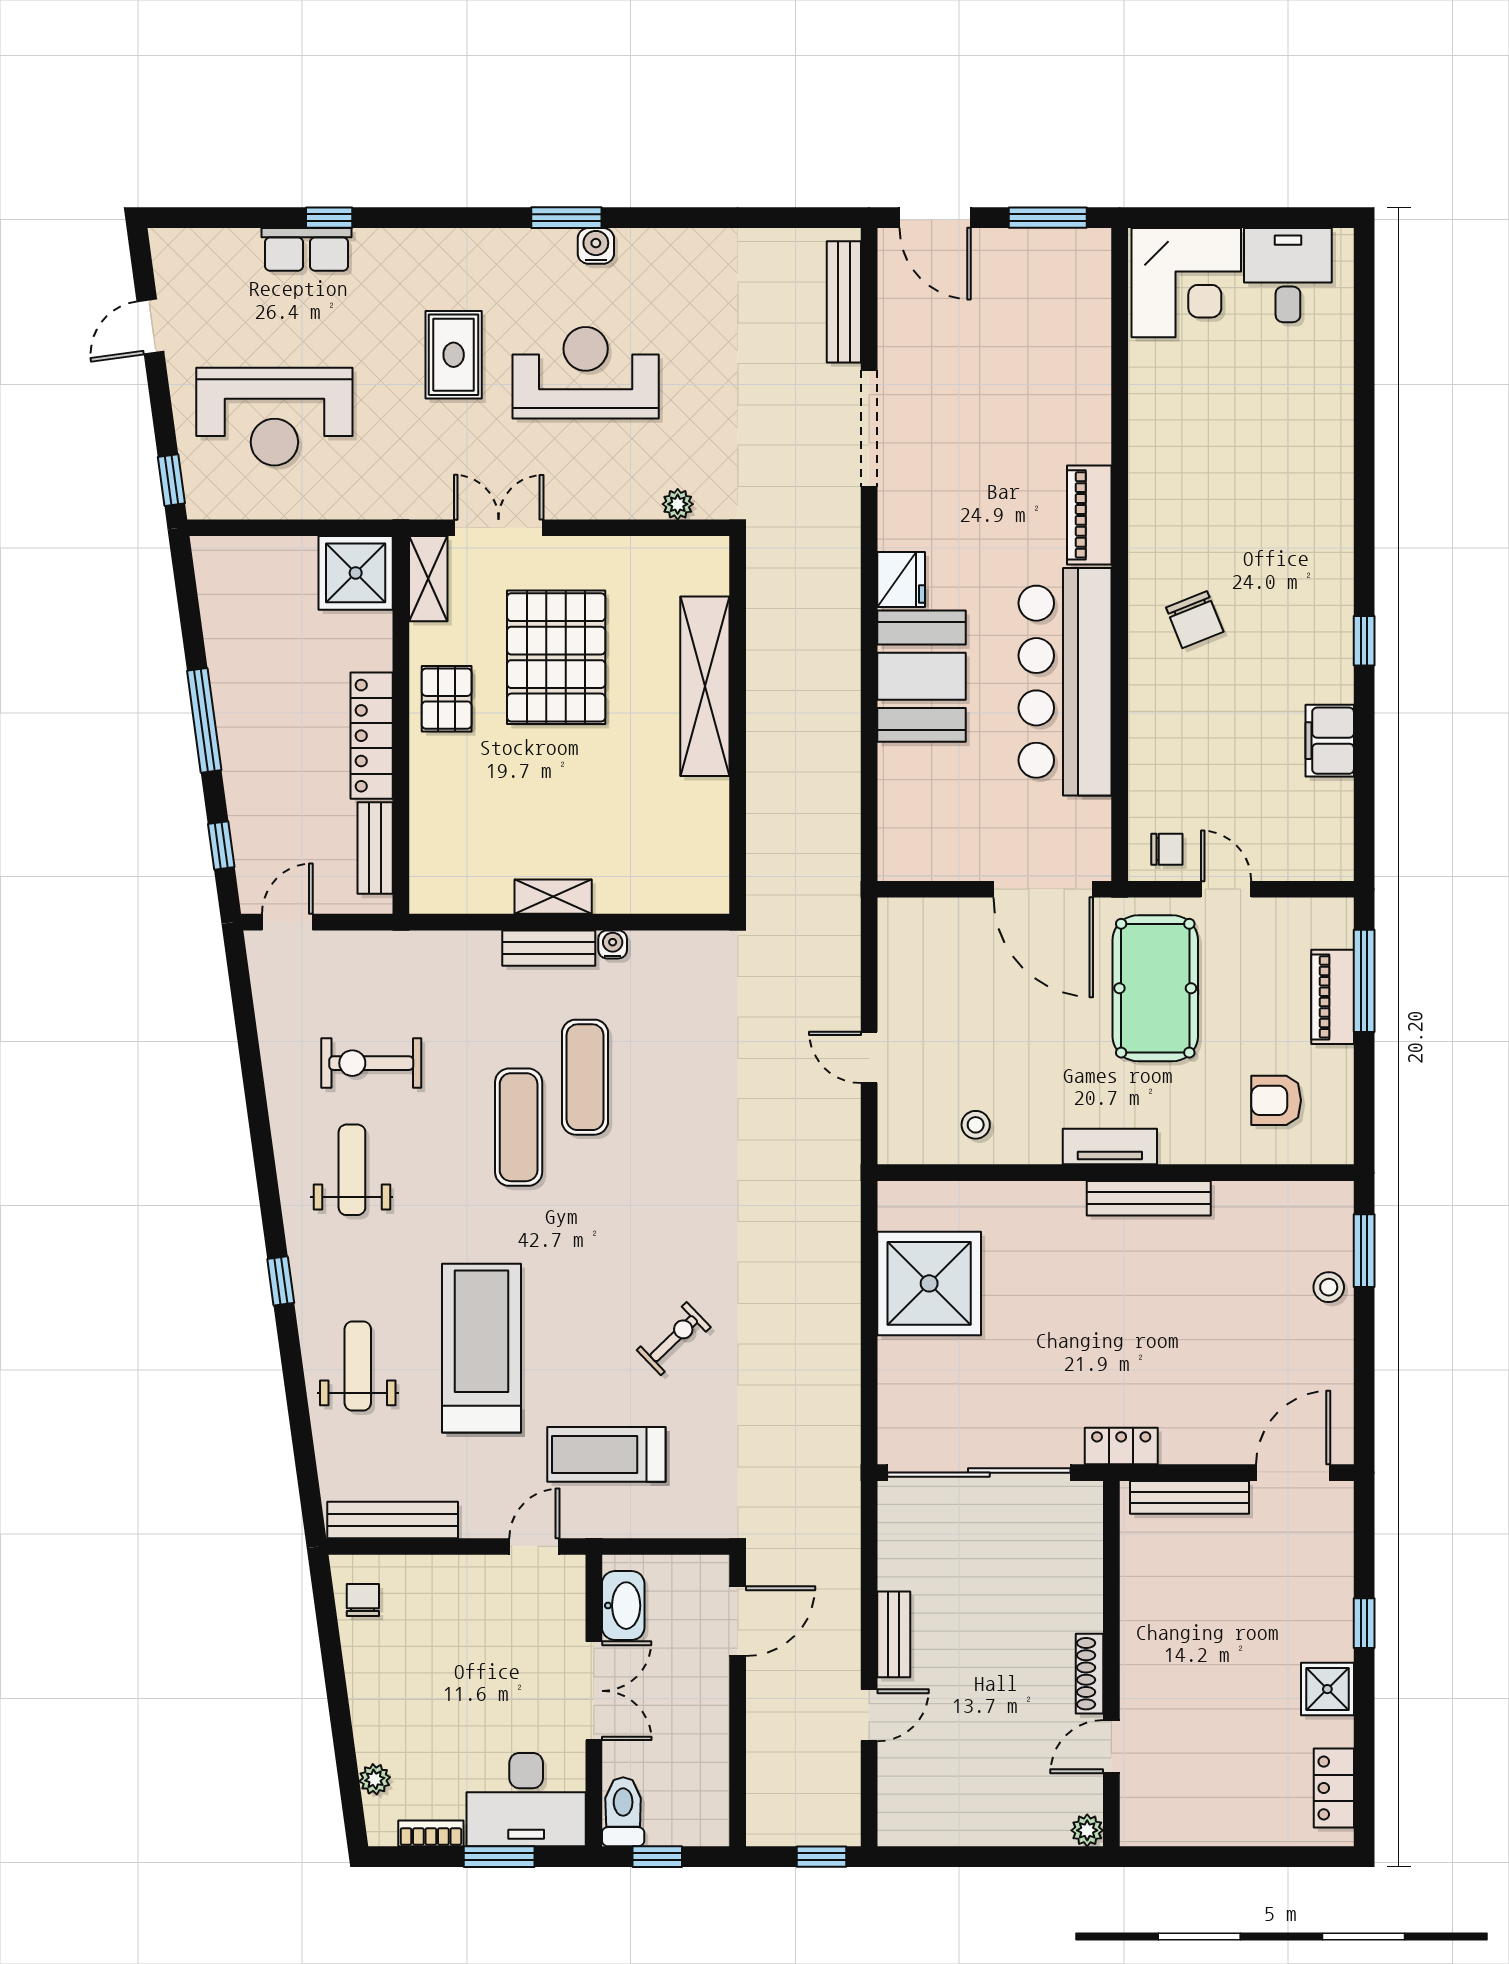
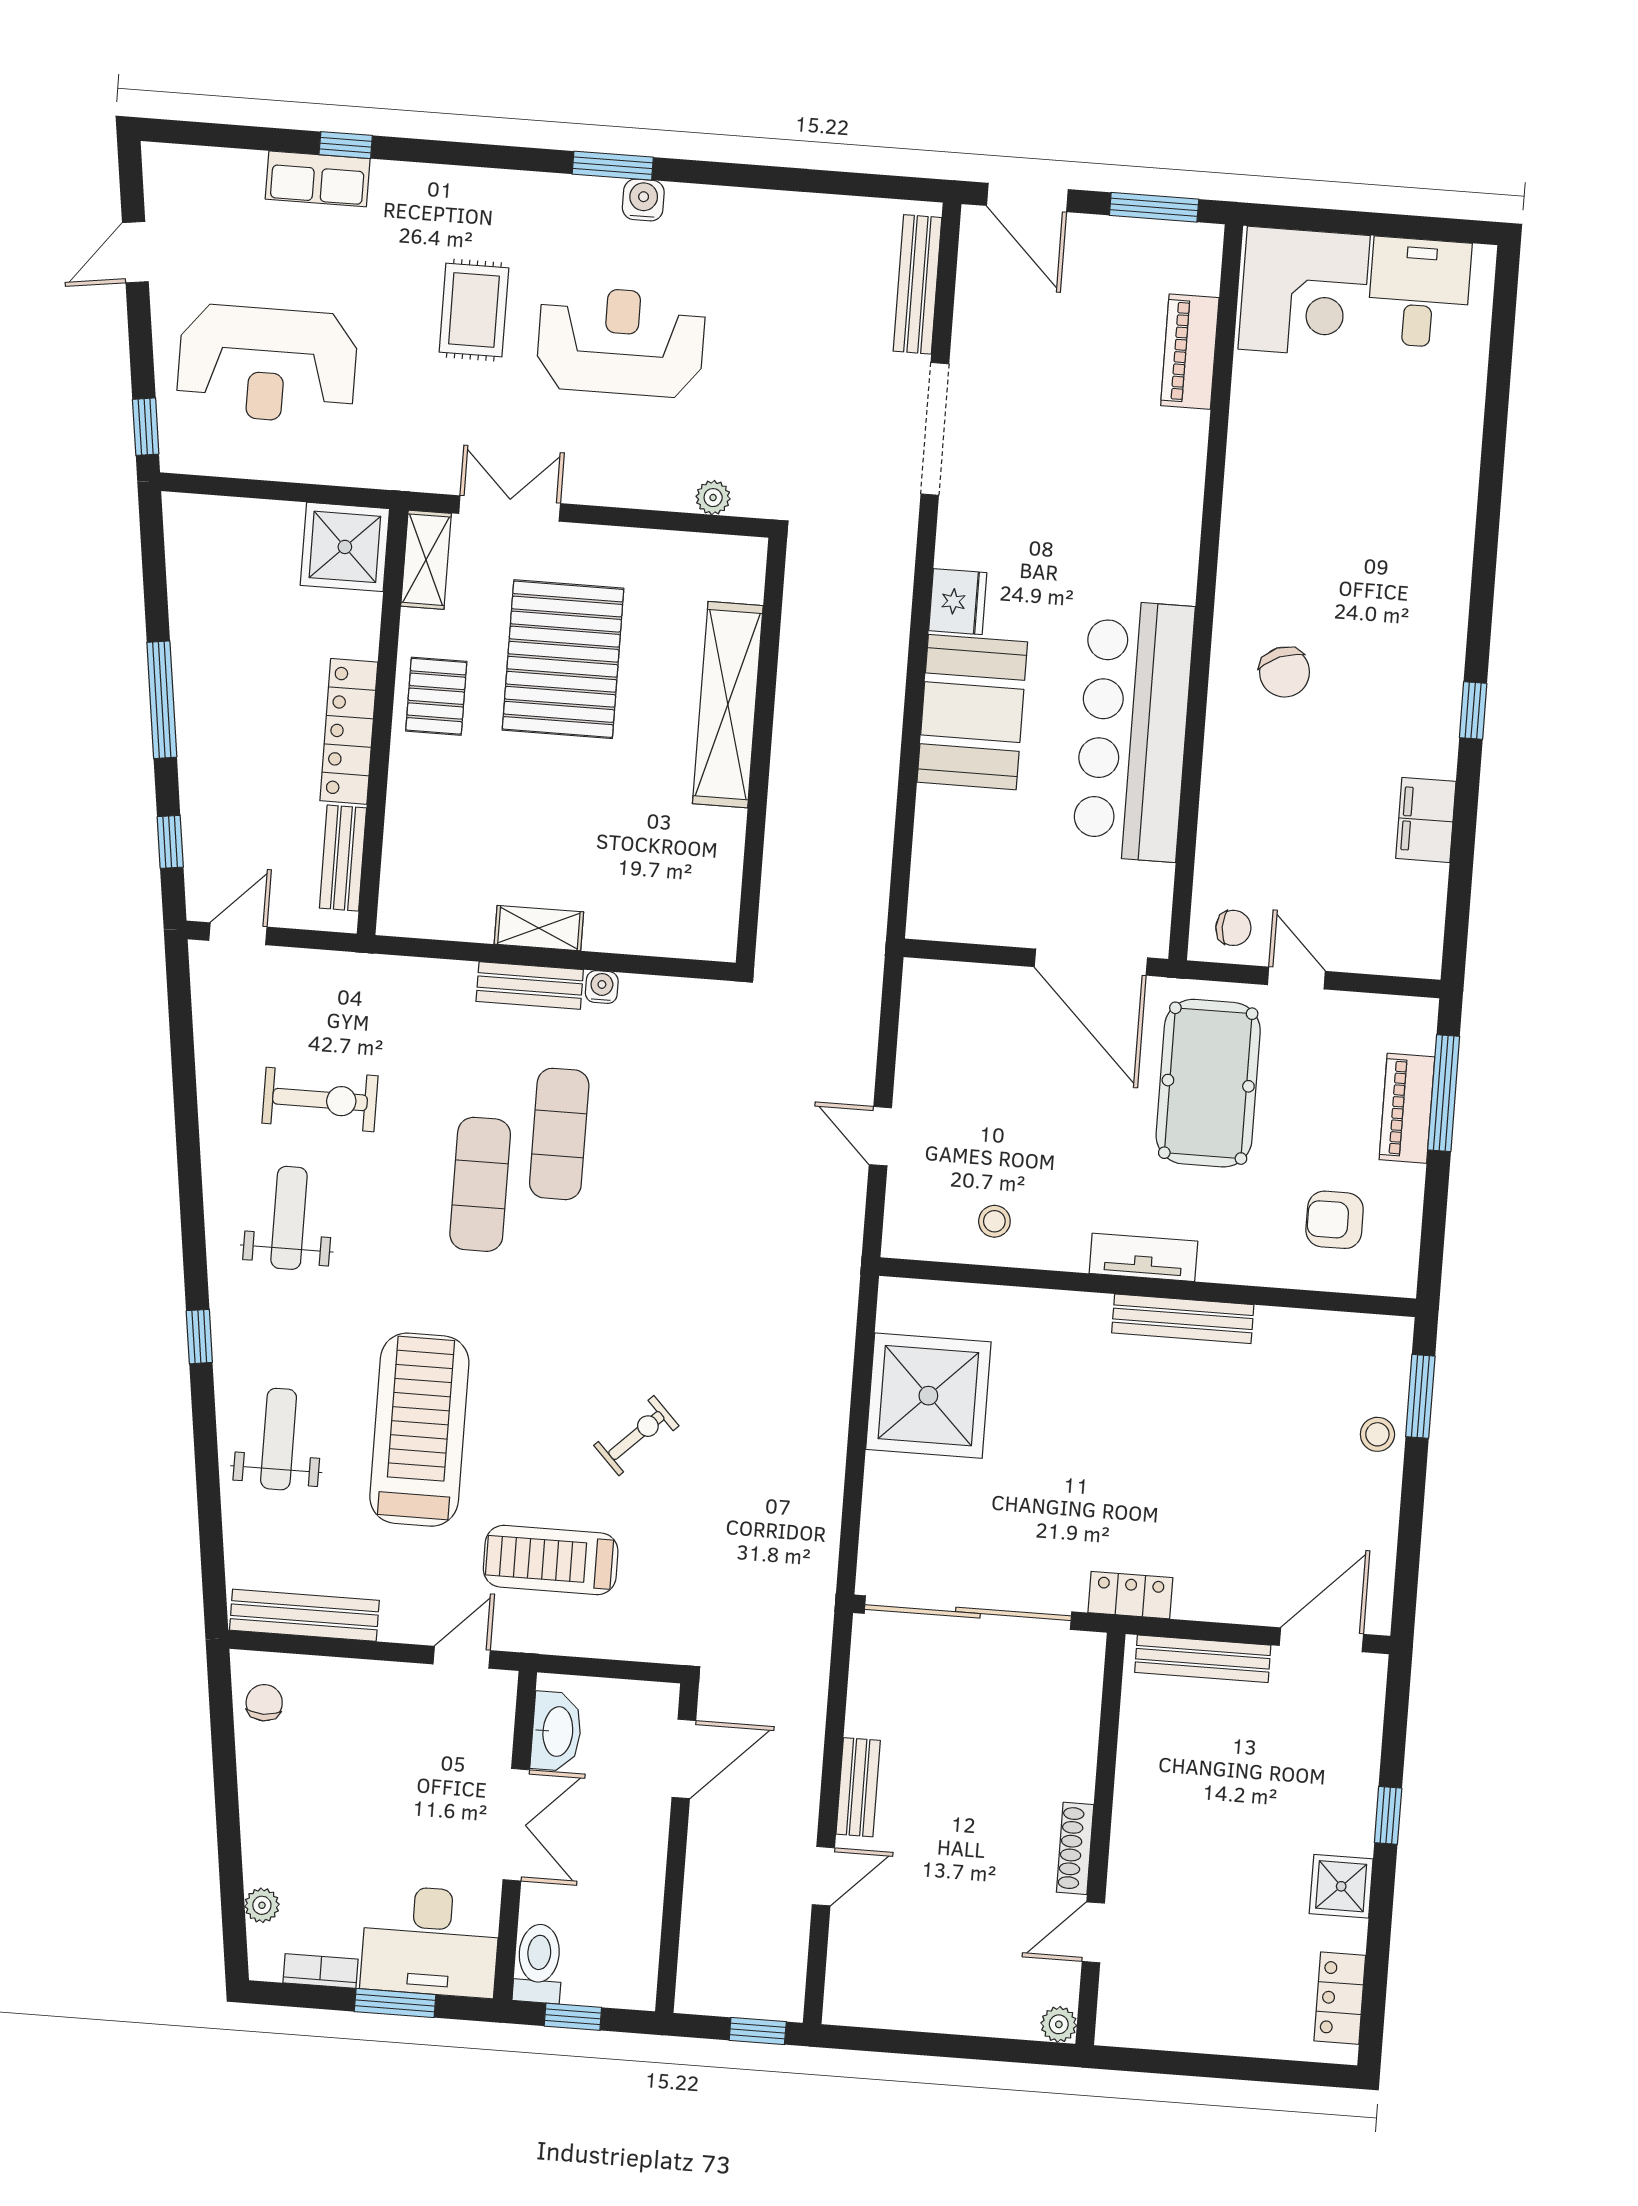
piano: (1089, 515) -> (1190, 352), moved
exercise bike: (371, 1063) -> (320, 1100), turned 180

